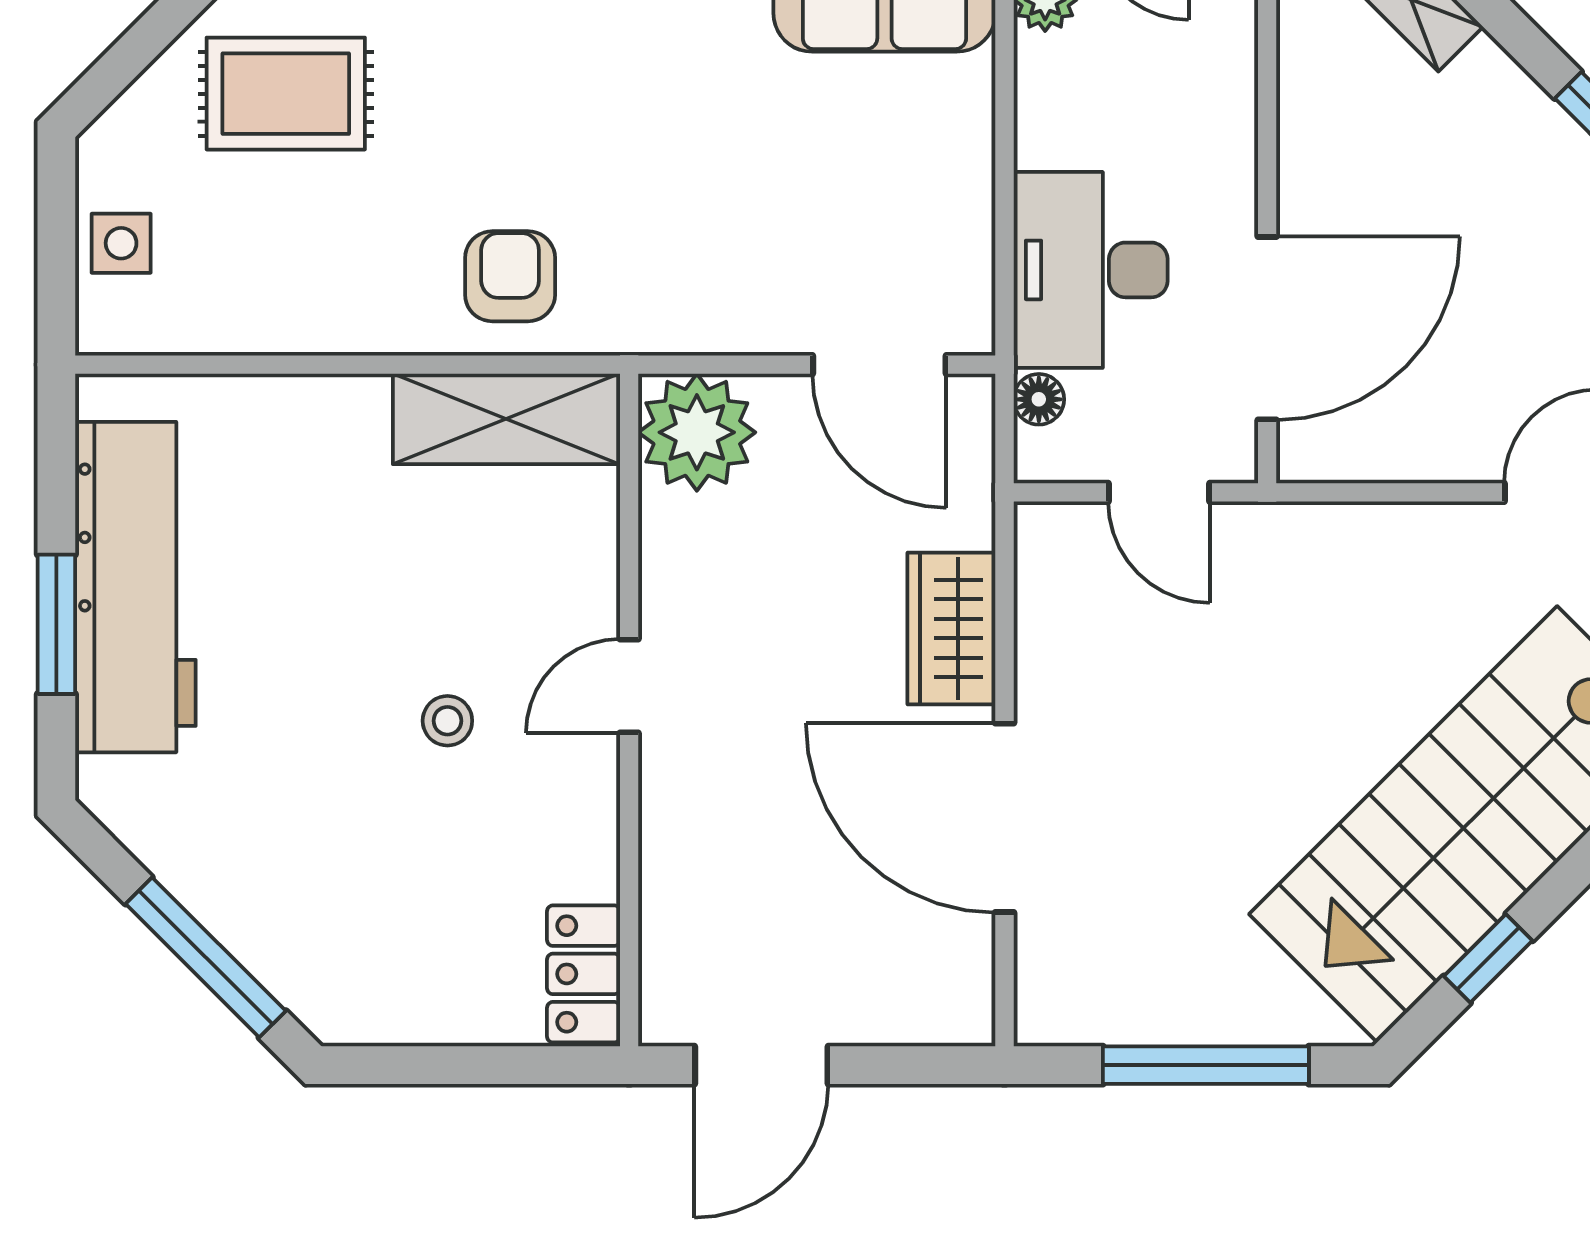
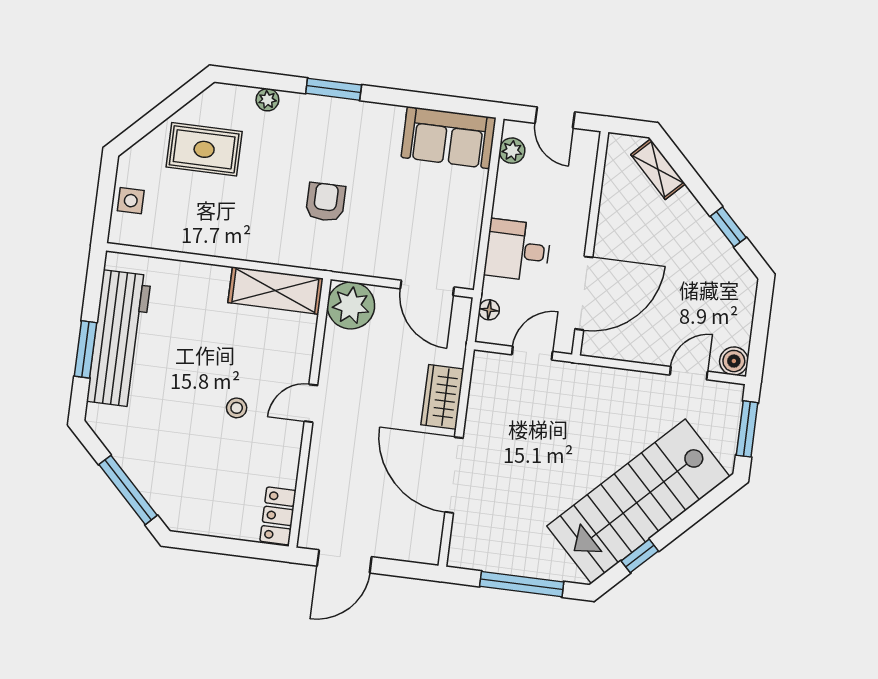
desk: (1091, 270) -> (518, 250), width x0.73
armchair: (510, 276) -> (326, 202), moved
door: (1159, 492) -> (532, 353), swing flipped

